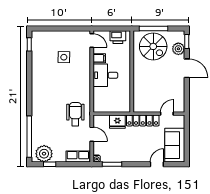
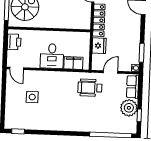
door: (92, 41) -> (17, 68), swing flipped
filing cabinet: (99, 58) -> (73, 63), moved, width x2.00
plant: (44, 154) -> (129, 108), moved

